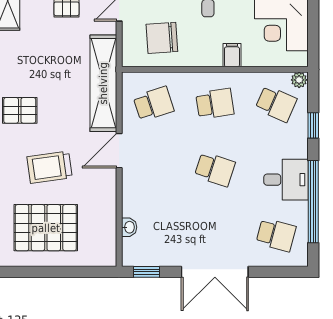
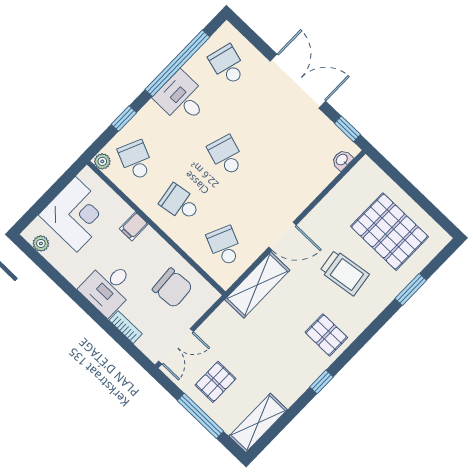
shelving: (103, 83) -> (257, 285), width x0.68
school desk: (154, 104) -> (225, 246), turned 42
washbasin: (129, 227) -> (342, 160), moved

